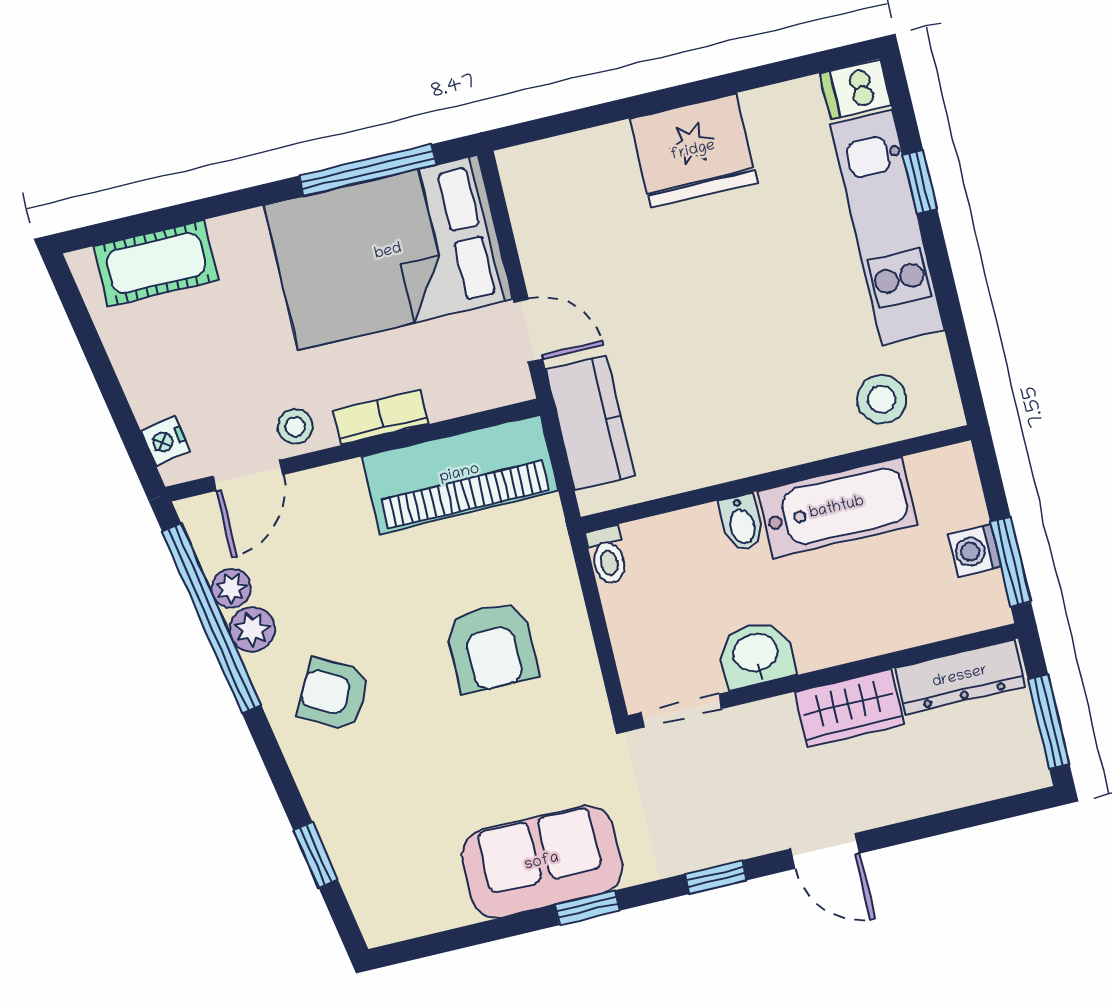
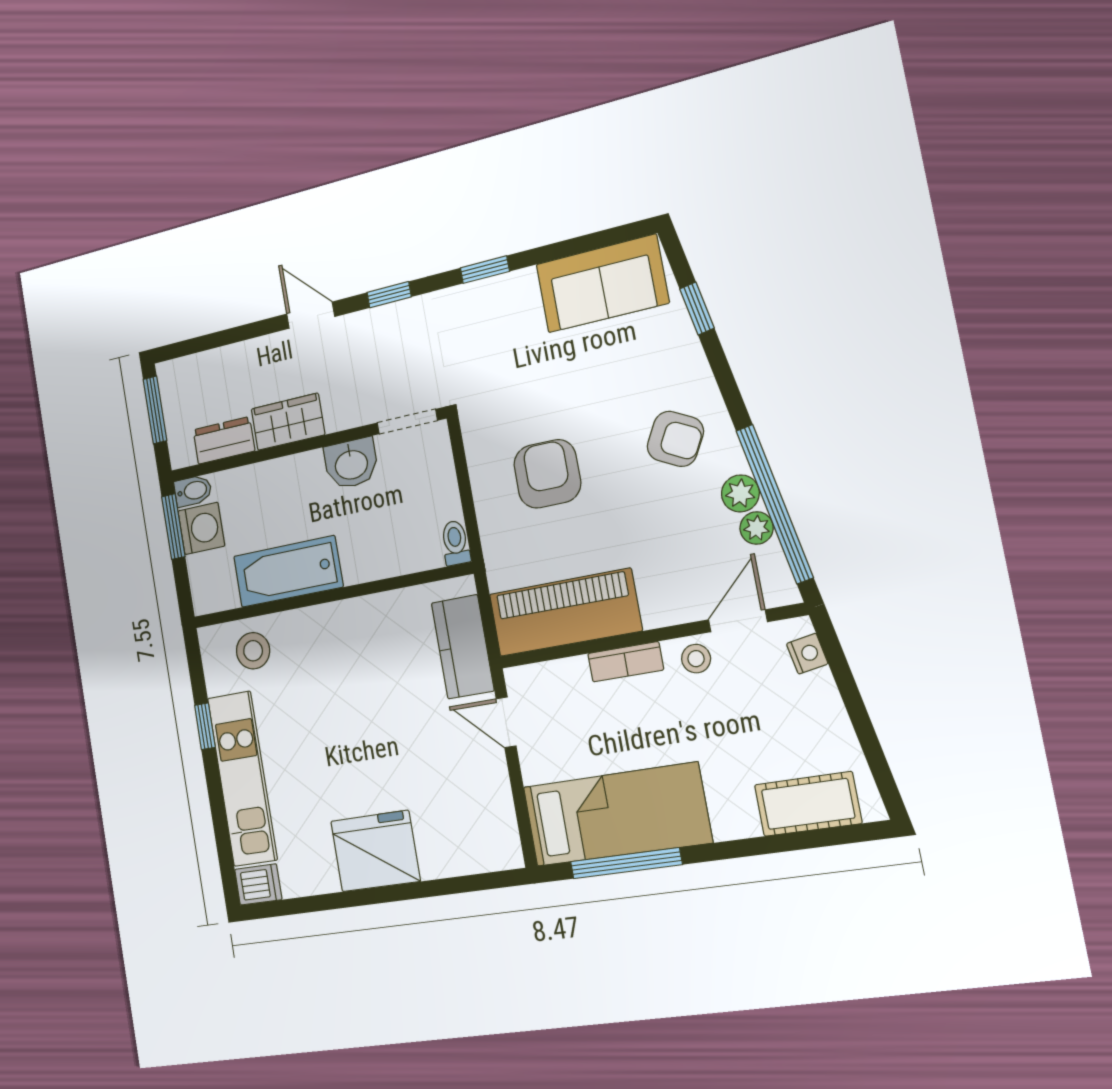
window: (920, 182) -> (205, 726), moved
bed: (388, 252) -> (616, 815), width x0.67
bidet: (741, 523) -> (193, 491), moved, turned 90
washing machine: (974, 551) -> (201, 528), width x1.38, depth x1.38
dresser: (960, 677) -> (224, 440), width x0.70
sofa: (542, 862) -> (602, 284), moved

